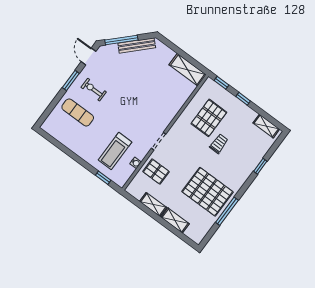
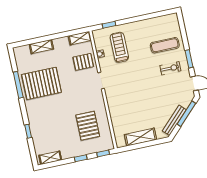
shelving: (188, 70) -> (140, 137), moved
trolley: (219, 144) -> (66, 118), removed
shelving: (153, 205) -> (80, 38), moved

